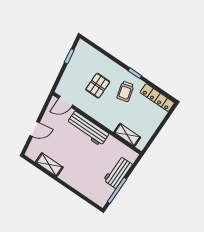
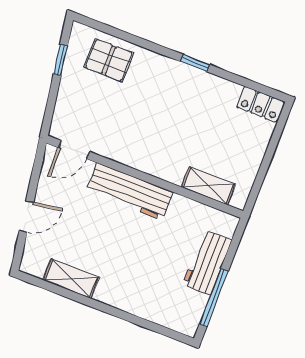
pallet: (98, 86) -> (109, 60), moved, turned 90
trolley: (125, 91) -> (185, 103), removed
locker: (157, 98) -> (260, 104), width x0.66

